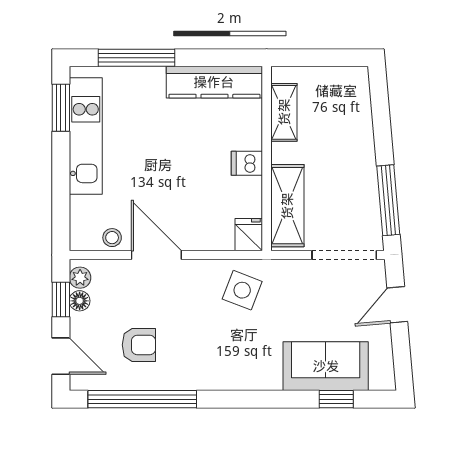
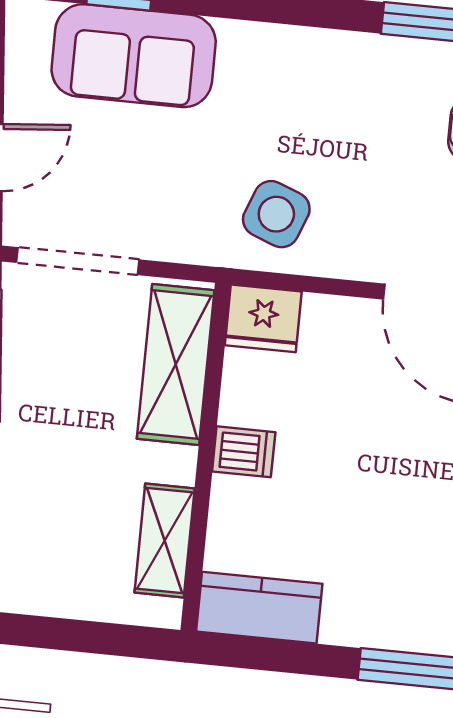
kitchen counter: (214, 82) -> (259, 608), width x0.67
fridge: (249, 235) -> (263, 318), width x1.38

